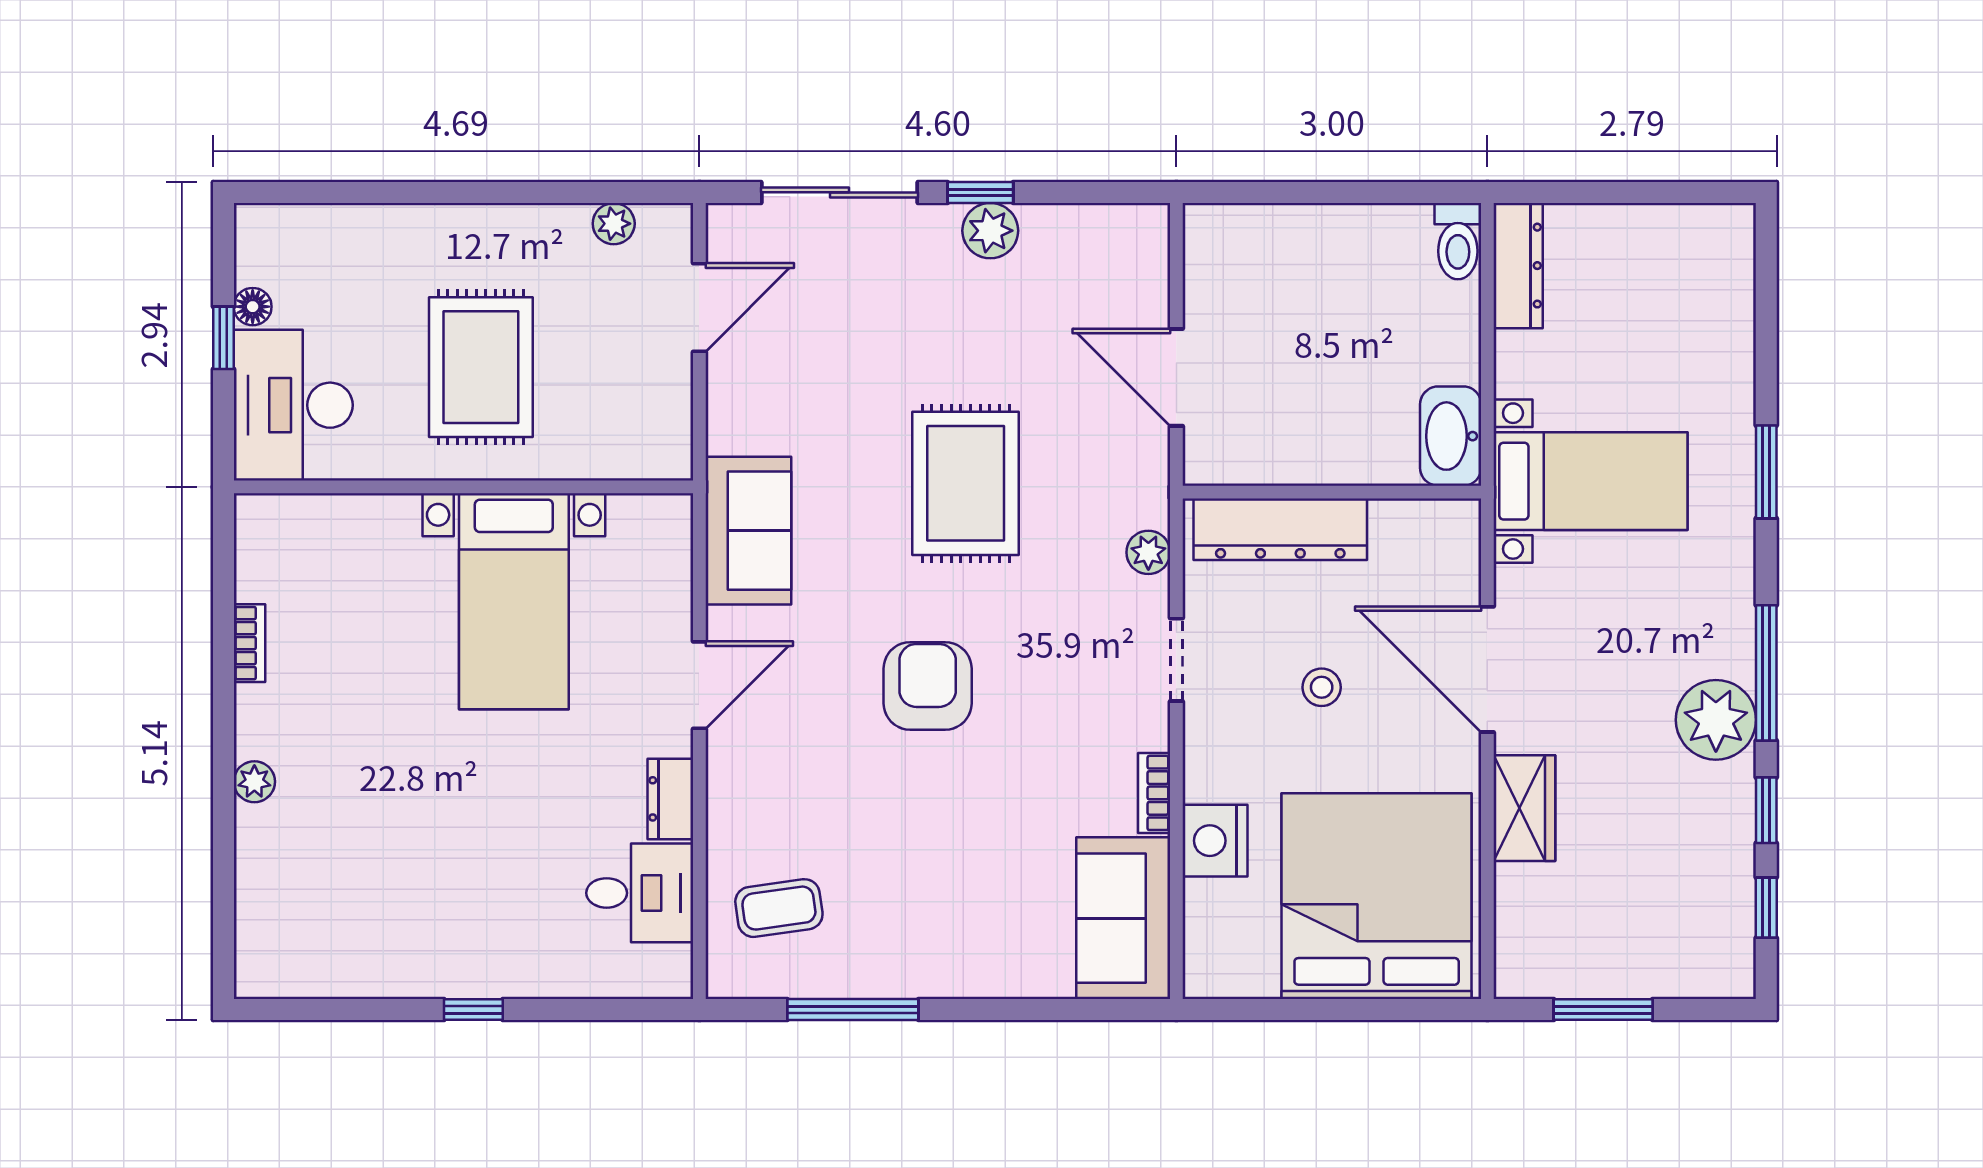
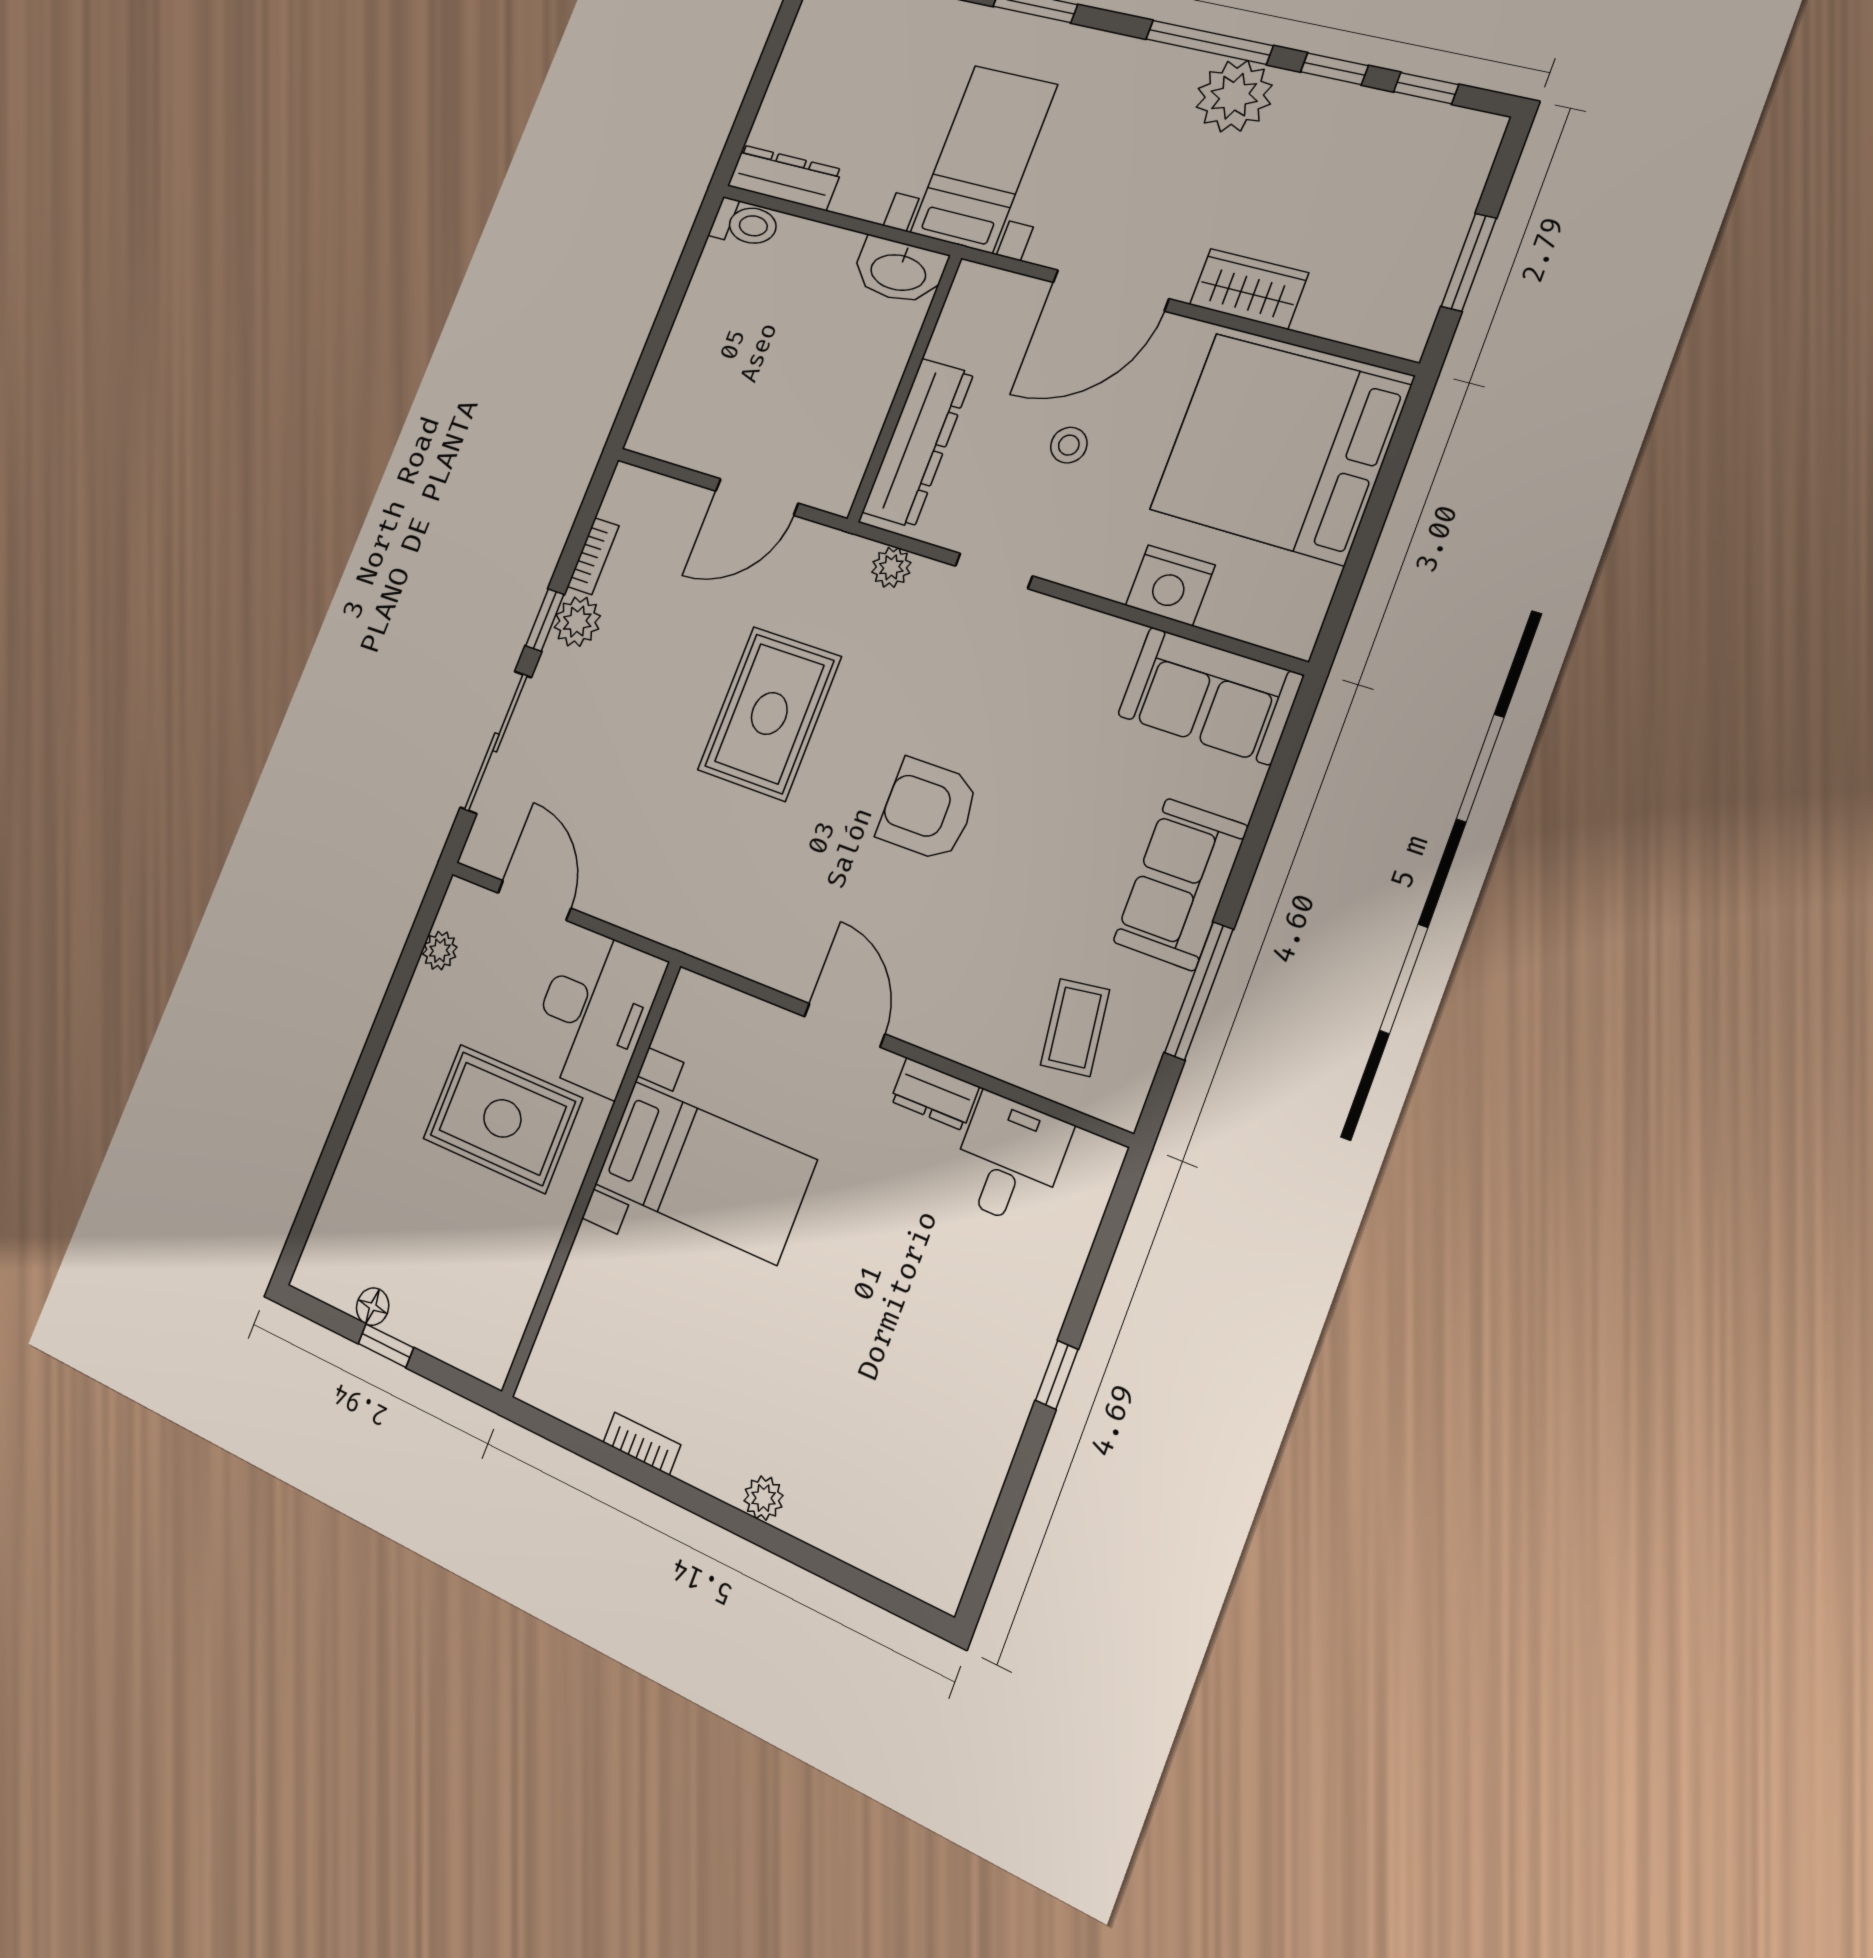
desk: (293, 405) -> (595, 1011), moved, turned -90
rug: (966, 483) -> (769, 713), turned 90
sofa: (748, 531) -> (1180, 884), moved, turned -90
bookcase: (1154, 793) -> (593, 556), moved, turned -90

